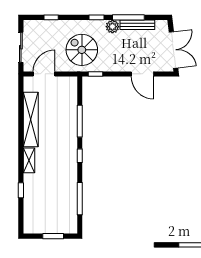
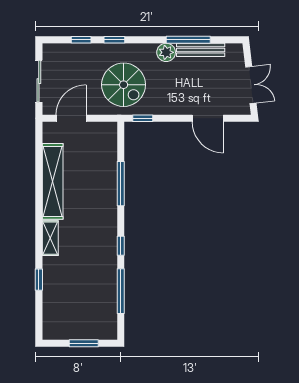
window: (97, 17) -> (114, 40), moved
spiral stairs: (82, 50) -> (124, 85), turned 180
double door: (173, 50) -> (251, 85), width x0.73
window: (80, 156) -> (121, 246), moved

